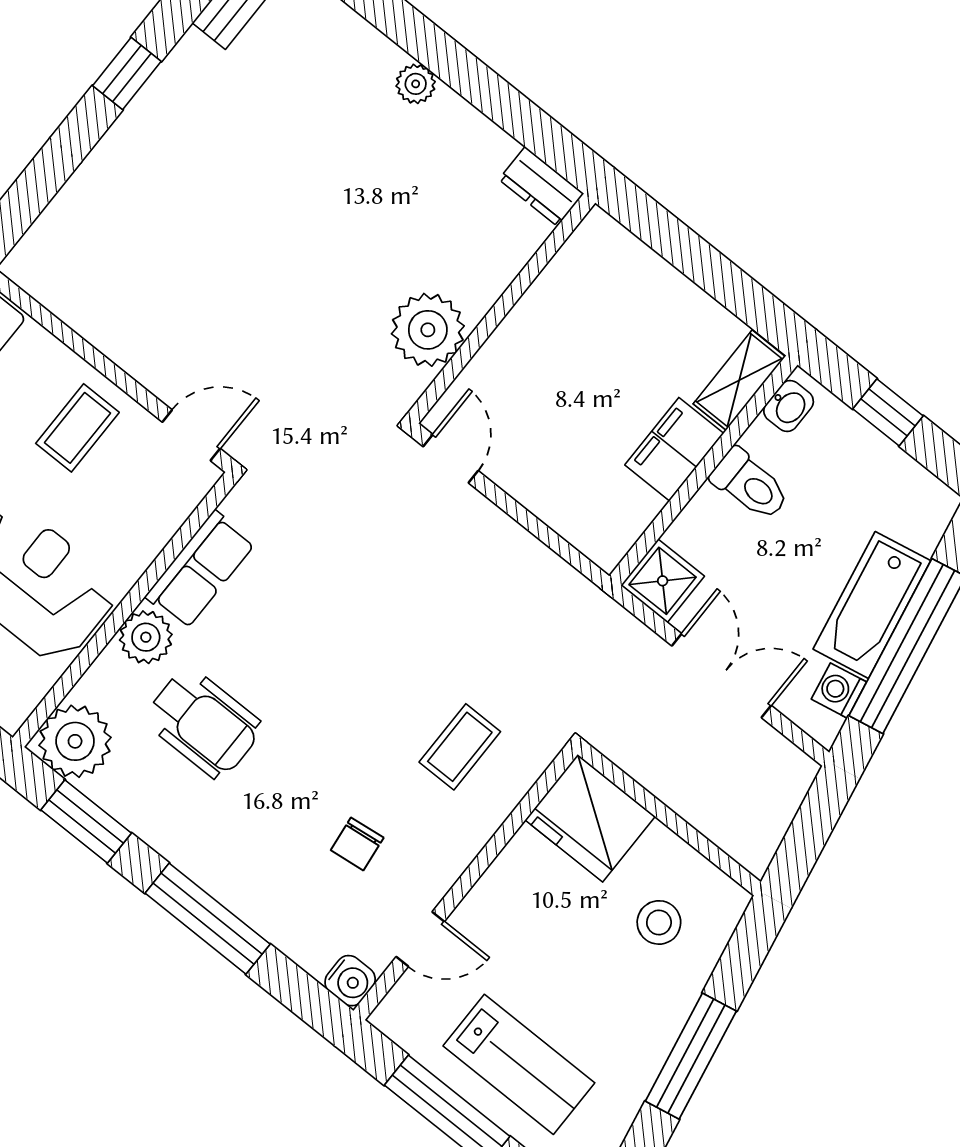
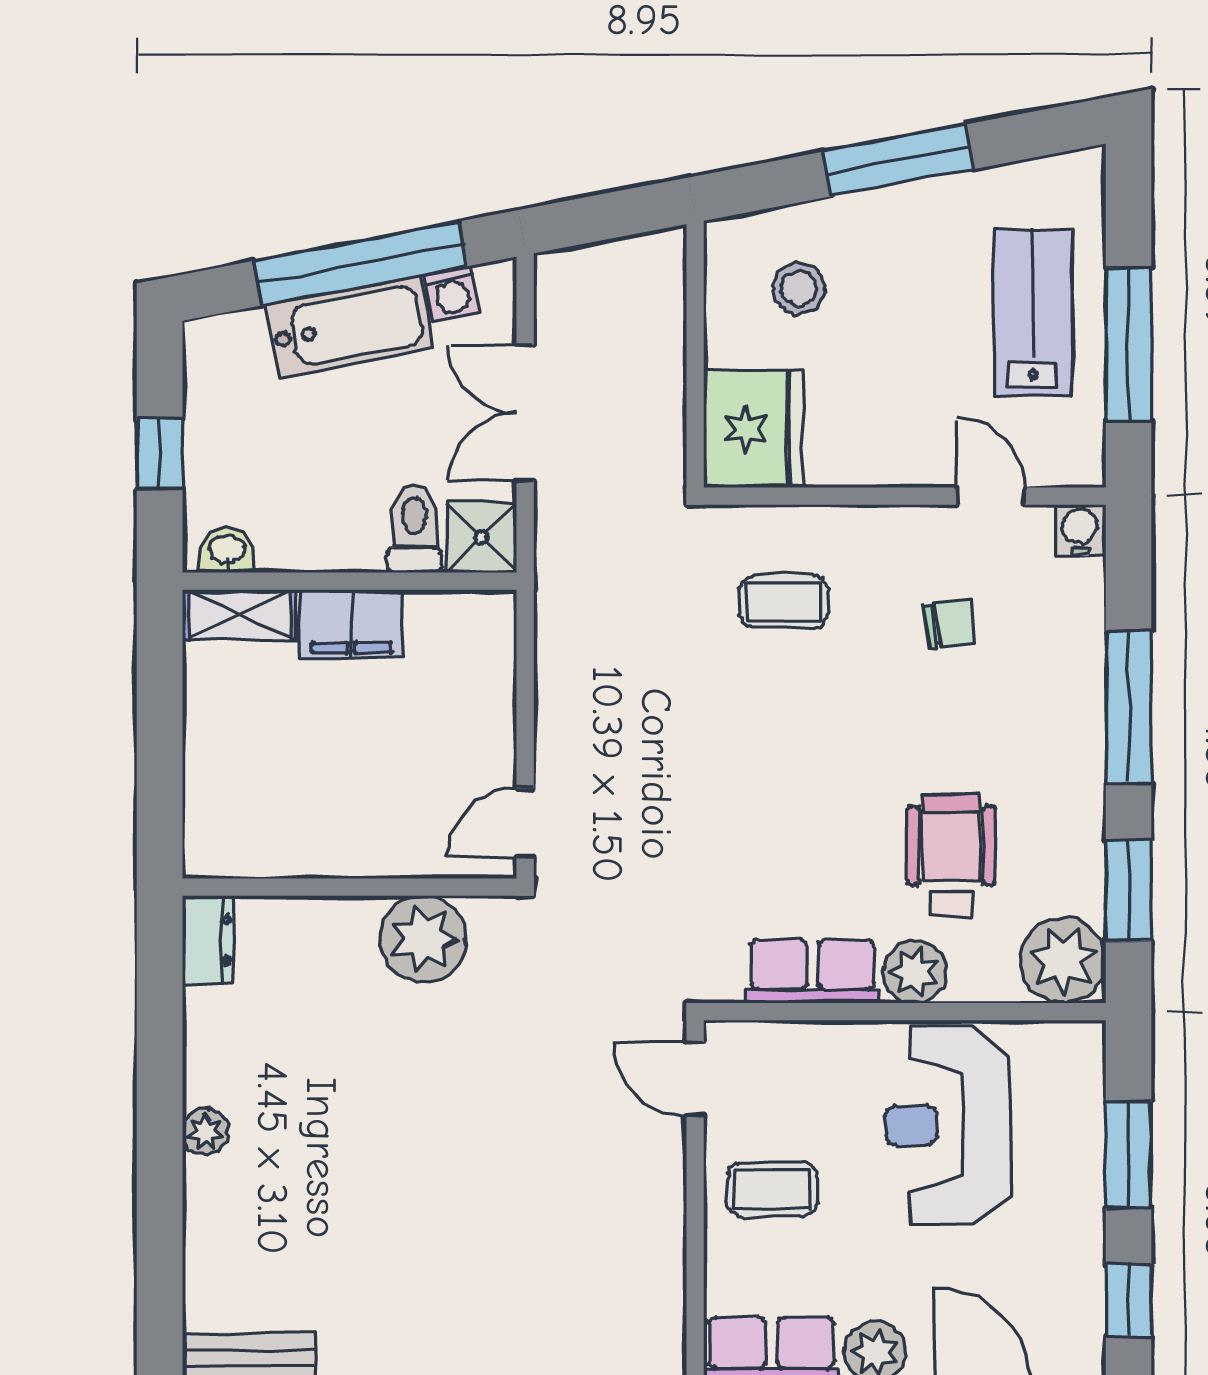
toilet: (750, 485) -> (414, 528), moved

